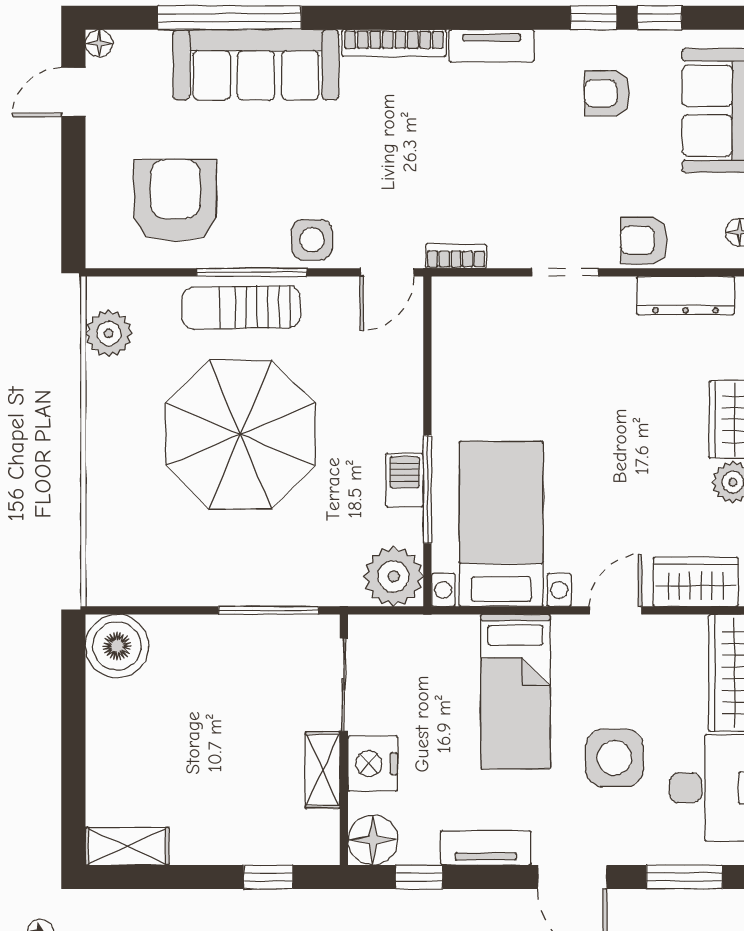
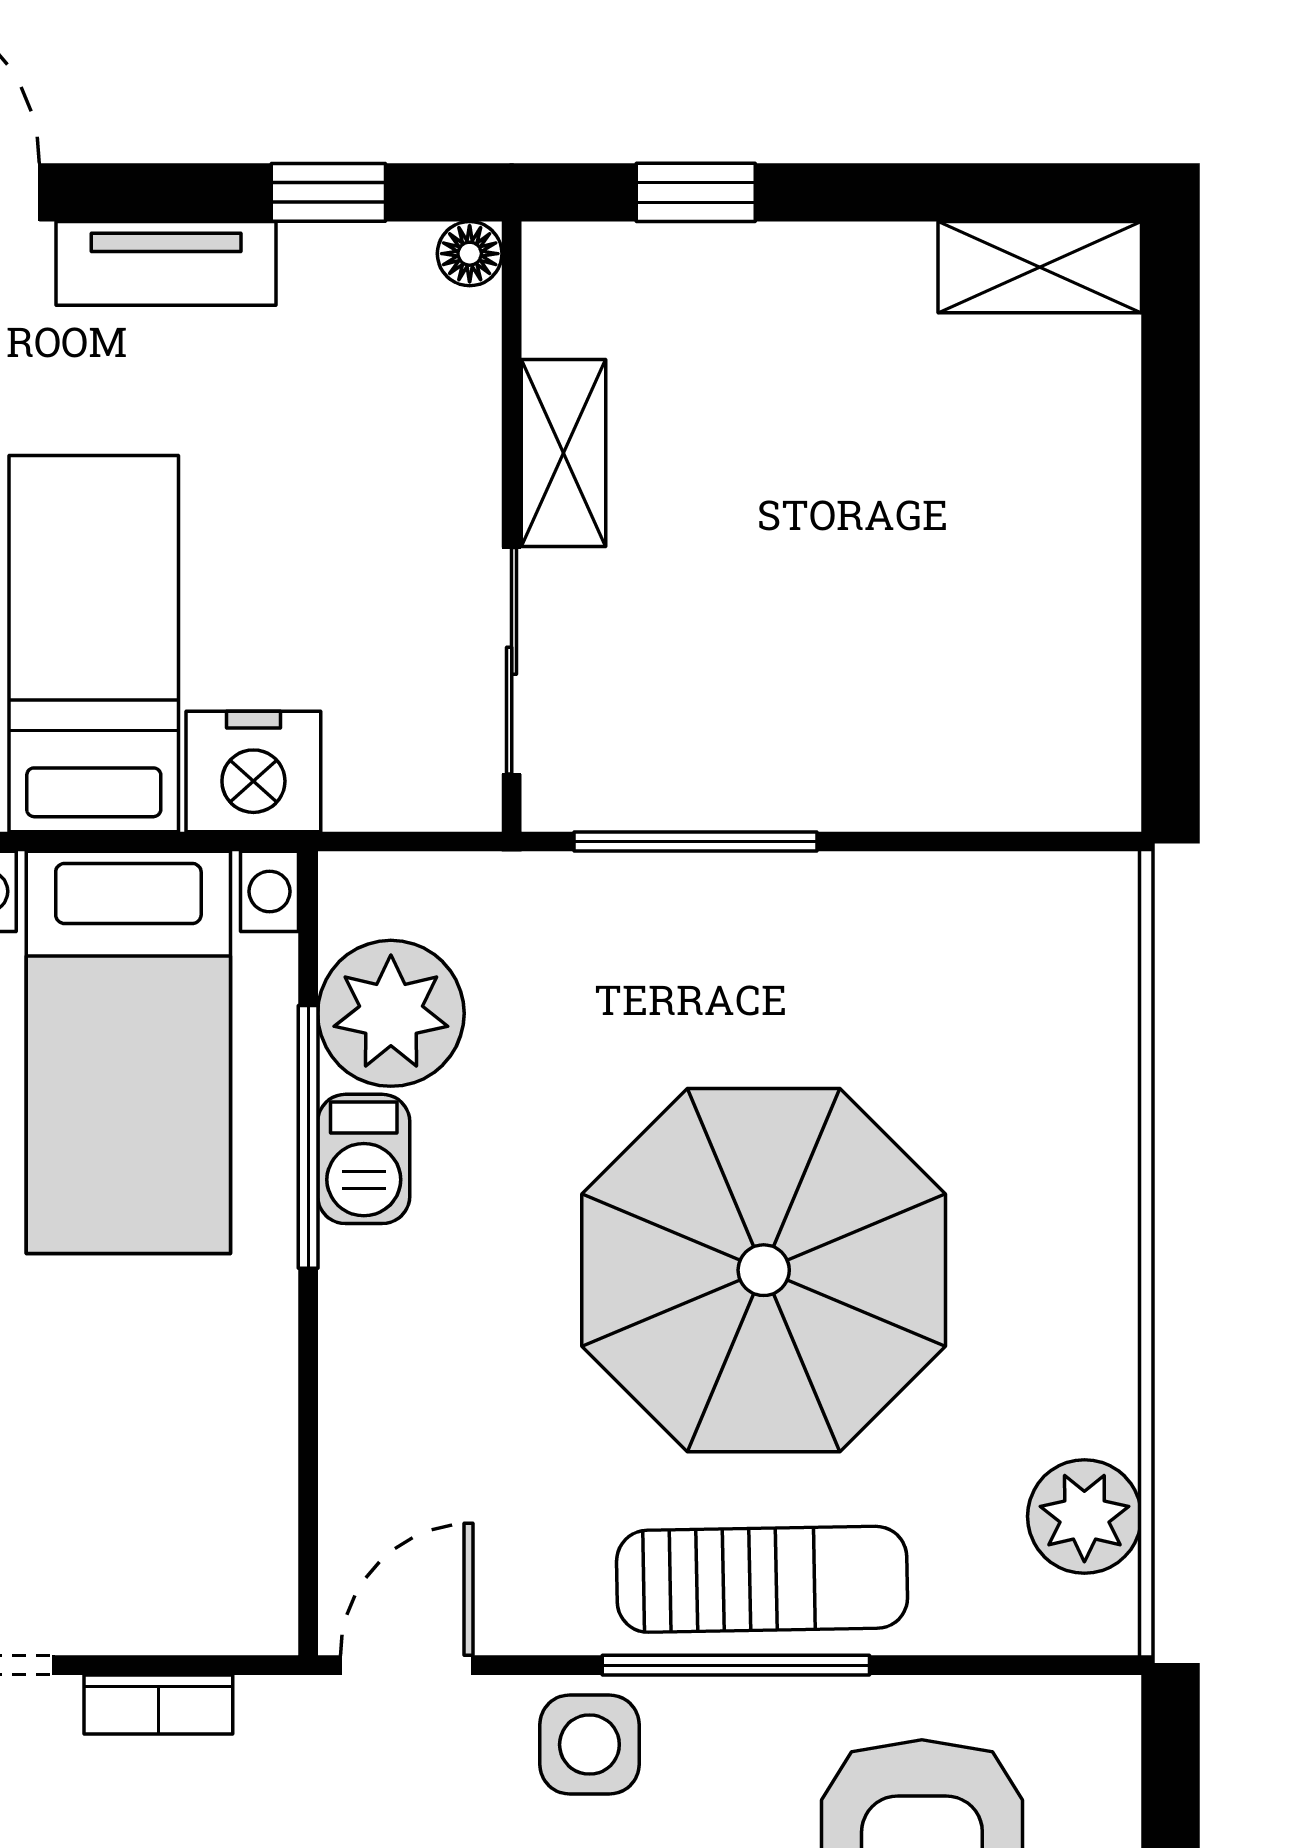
bookcase: (456, 256) -> (158, 1704), moved
plant: (393, 576) -> (391, 1013), moved
boiler: (117, 646) -> (1064, 755), removed
nightstand: (373, 764) -> (253, 772), moved, turned 90
floor lamp: (373, 840) -> (470, 254), width x0.53, depth x0.53

